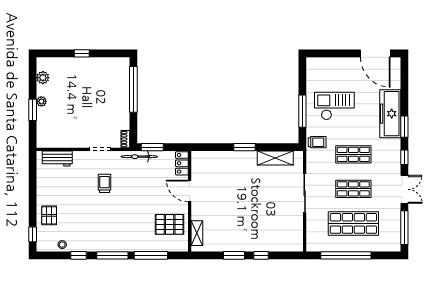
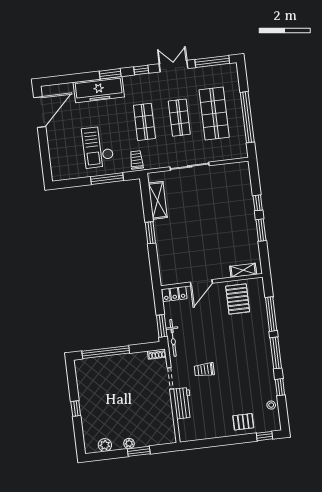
workbench: (57, 159) -> (183, 403), moved

